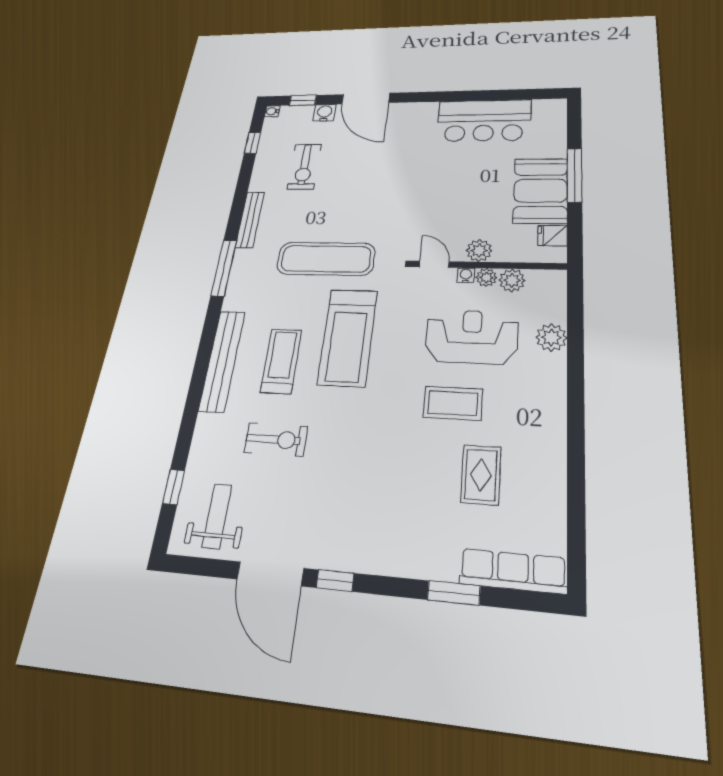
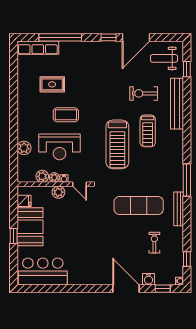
bar counter: (484, 120) -> (43, 271), moved
exercise bike: (304, 167) -> (154, 243), width x0.73, depth x0.72
window: (575, 175) -> (14, 236), width x0.46
exercise mat: (326, 259) -> (139, 206), moved
treadmill: (348, 337) -> (117, 144), turned 180
bench: (222, 361) -> (177, 104), moved
rug: (481, 475) -> (52, 84), turned 90
weight bench: (217, 516) -> (164, 58), turned 90
door: (270, 574) -> (136, 37), swing flipped
window: (454, 593) -> (60, 37), width x2.11

